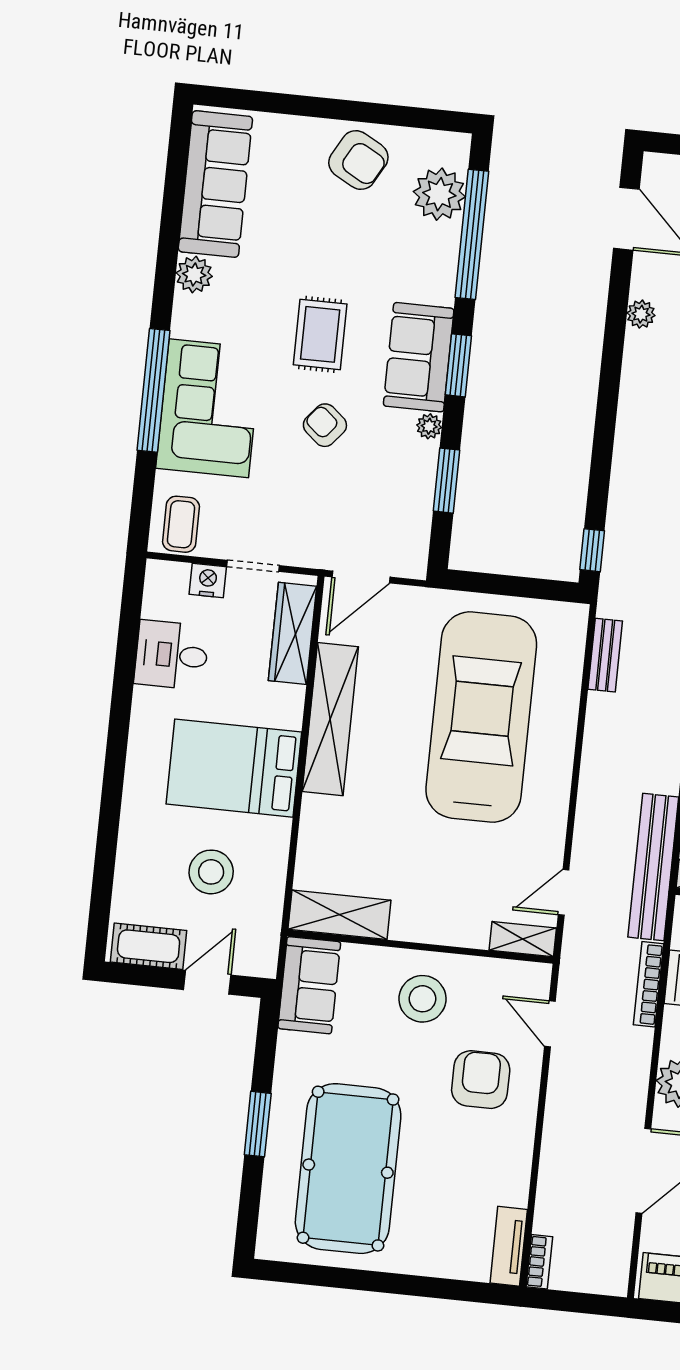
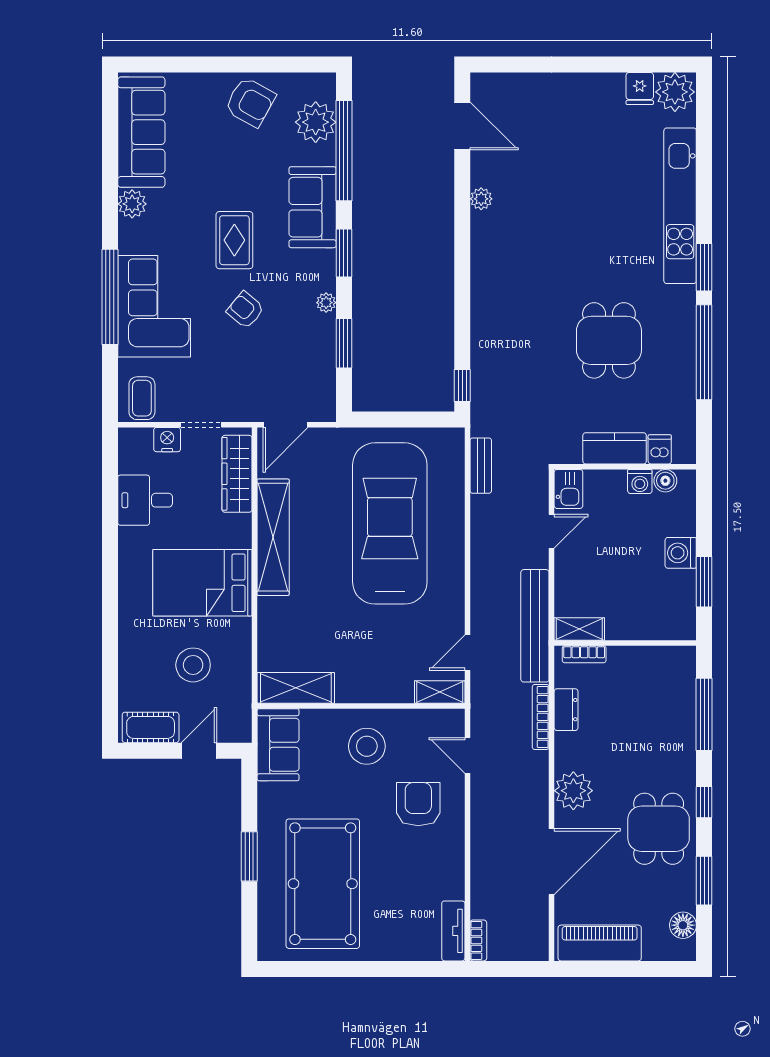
sofa: (419, 357) -> (313, 207), moved

